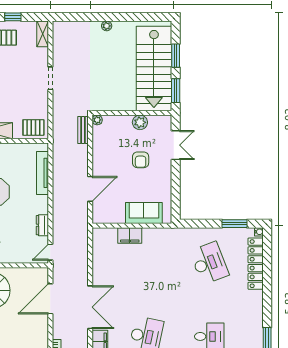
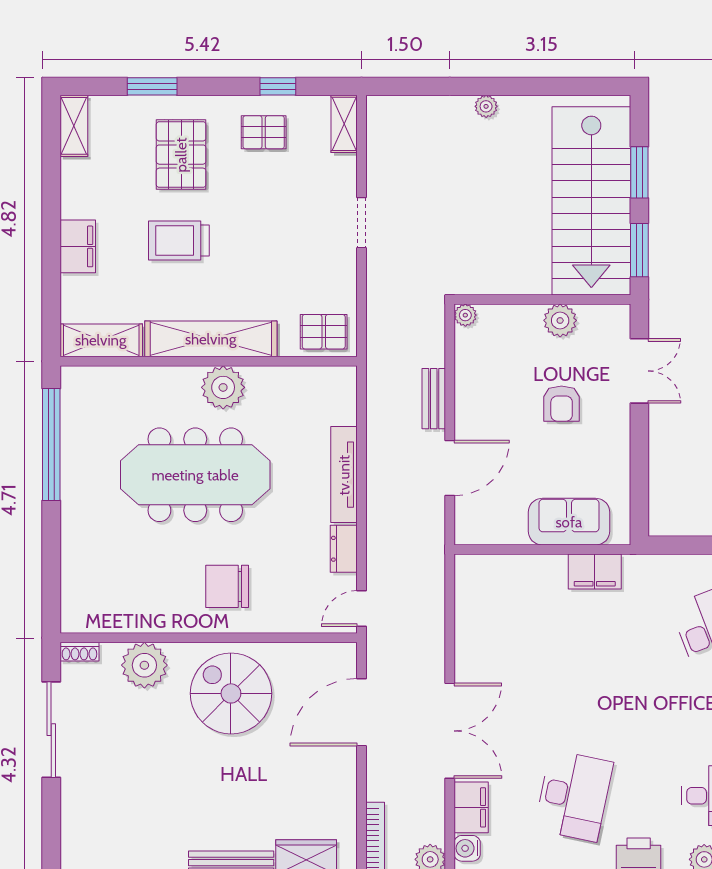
bench: (83, 130) -> (434, 399), moved
tv unit: (43, 173) -> (344, 475), moved
filing cabinet: (130, 235) -> (595, 572), moved

